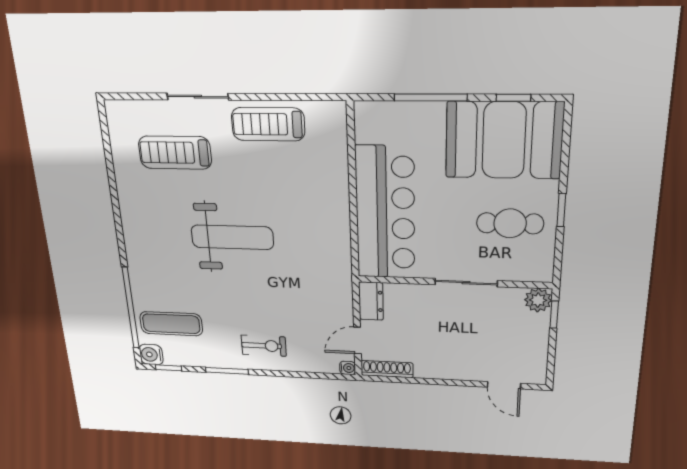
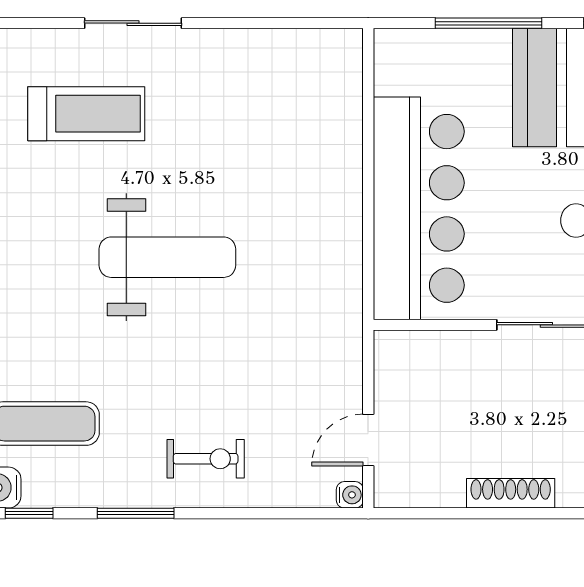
treadmill: (268, 124) -> (240, 66), removed
treadmill: (175, 153) -> (86, 114), turned 180
dresser: (371, 301) -> (393, 365), removed
shoe rack: (387, 369) -> (511, 493), moved

